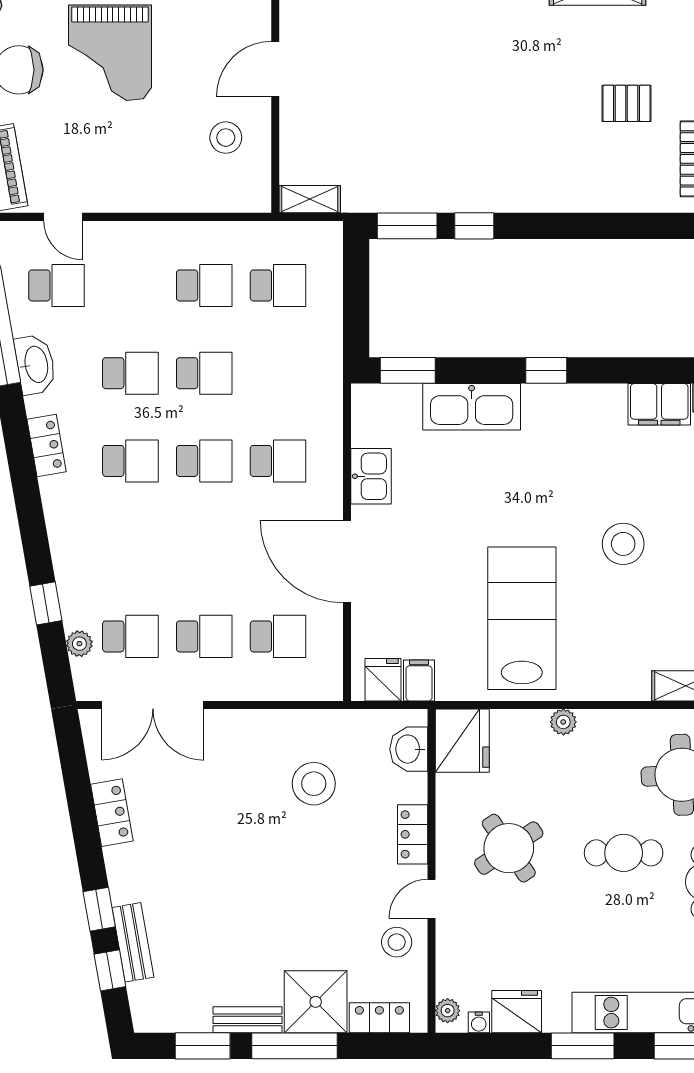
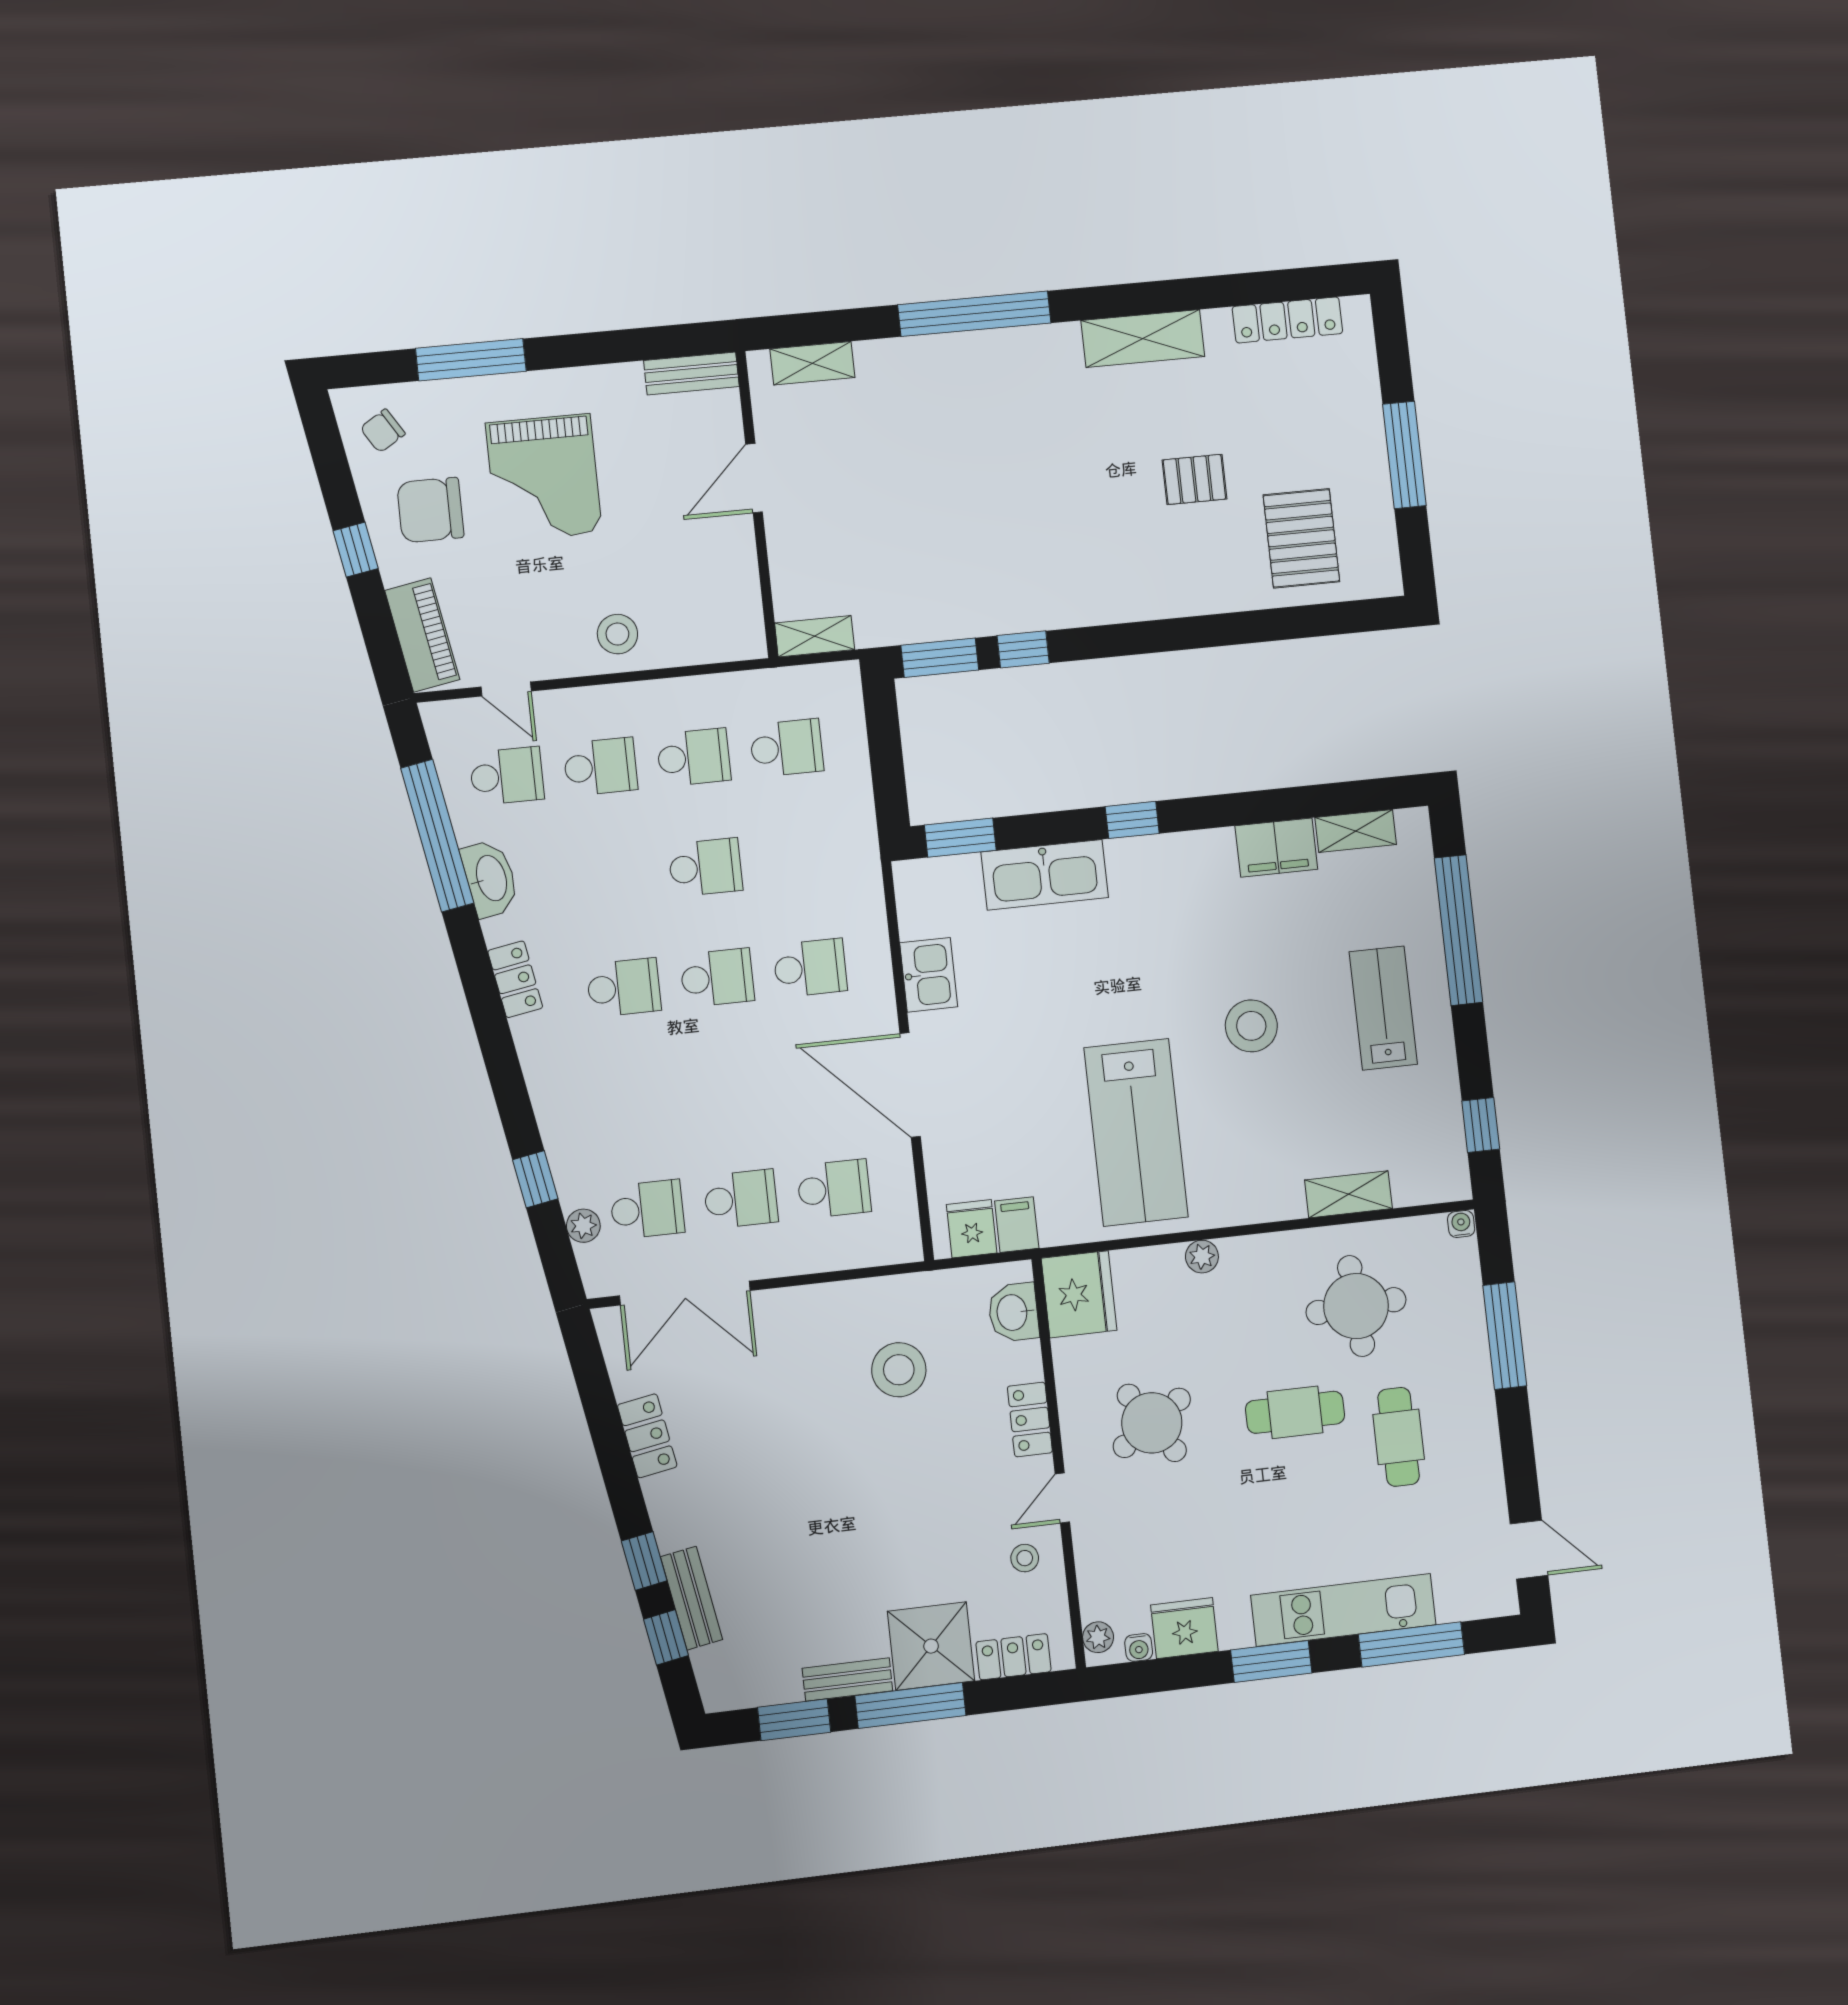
stool: (226, 138) -> (617, 634), moved
school desk: (130, 373) -> (600, 767), moved
lab bench: (522, 618) -> (1136, 1132), turned 180
stool: (397, 942) -> (1025, 1558), width x0.73, depth x0.73

